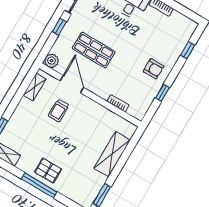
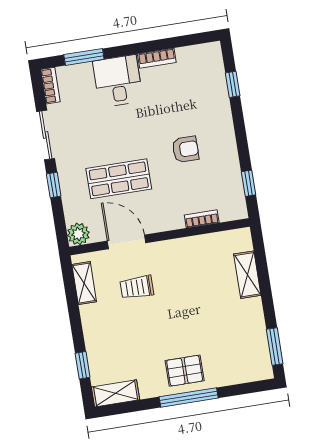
armchair: (154, 69) -> (185, 149), moved
window: (162, 93) -> (248, 183), moved
trolley: (59, 110) -> (137, 287), turned 90
shelving: (112, 154) -> (247, 275), width x0.67, depth x0.75

